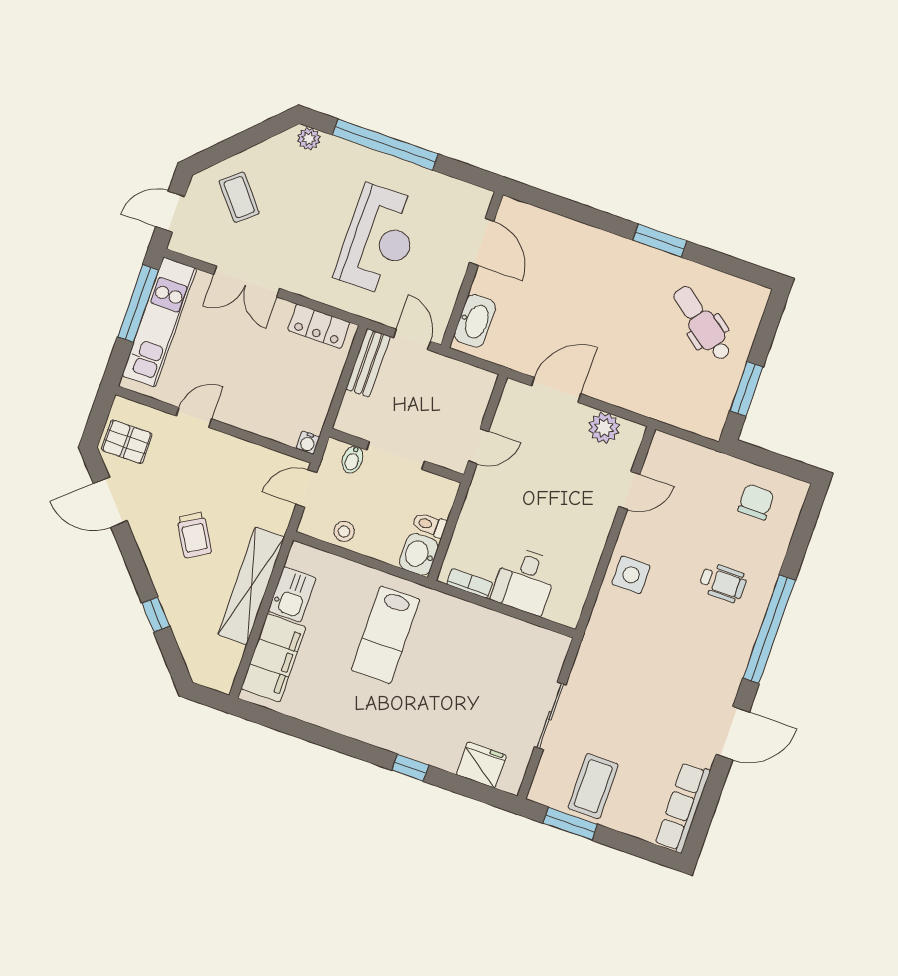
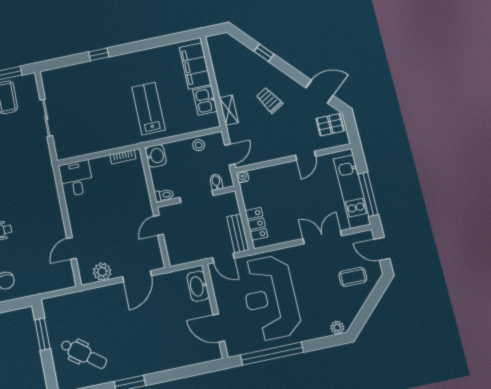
window: (385, 144) -> (272, 354), moved
coffee table: (239, 197) -> (353, 277), turned -50
door: (170, 212) -> (382, 249), swing flipped
reception desk: (379, 240) -> (270, 298), width x1.36, depth x1.30
locker: (319, 326) -> (256, 224), moved, turned 90
toilet: (429, 525) -> (164, 195), moved
side table: (631, 575) -> (46, 208), removed
desk: (525, 581) -> (76, 178), moved
shelving: (251, 586) -> (229, 110), width x0.45, depth x0.75
fridge: (481, 765) -> (66, 76), removed

